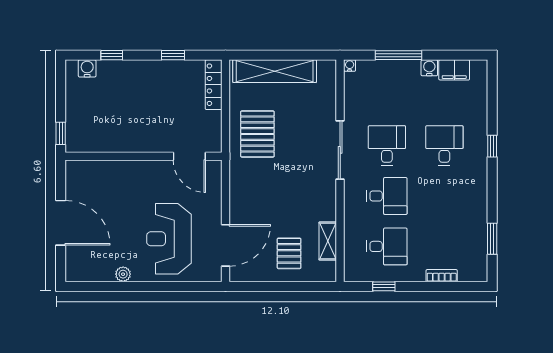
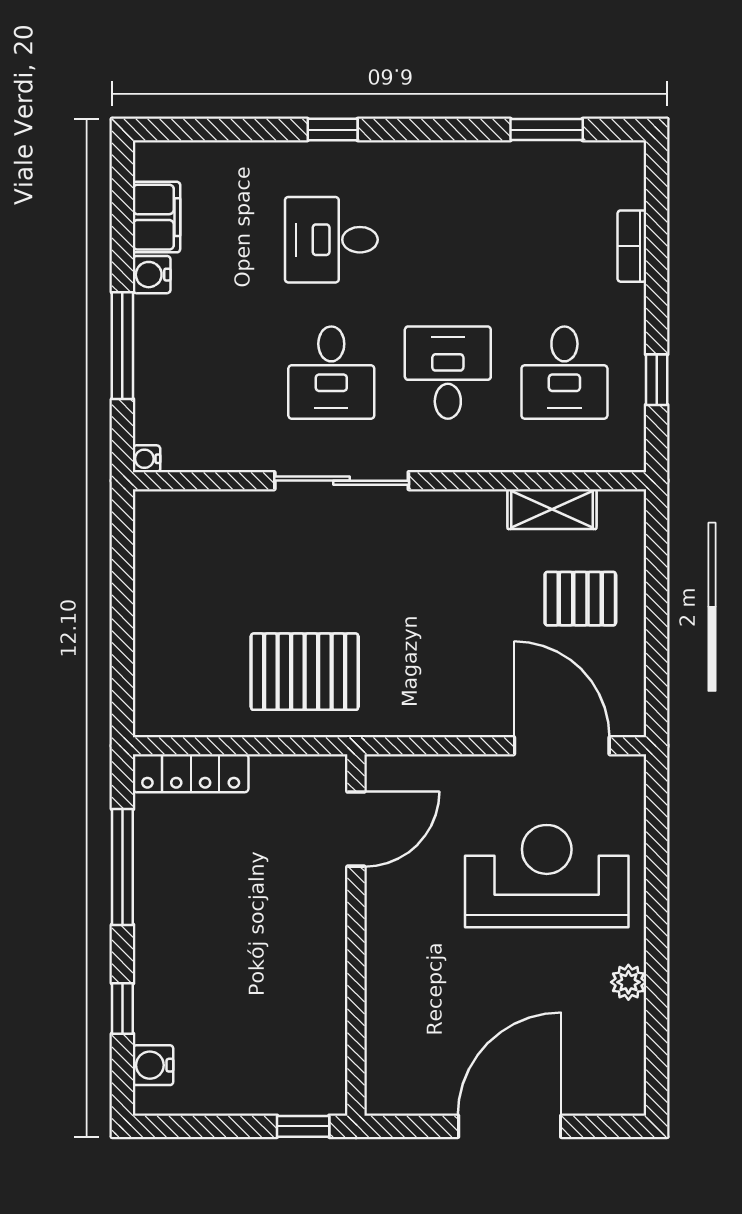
window: (173, 55) -> (122, 867), width x2.17
shelving: (275, 71) -> (159, 632), removed
desk: (387, 146) -> (331, 373), turned -90
reception desk: (169, 239) -> (547, 876), turned 180
desk: (387, 246) -> (564, 373), turned 180

